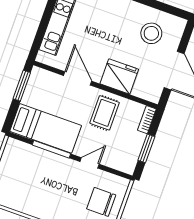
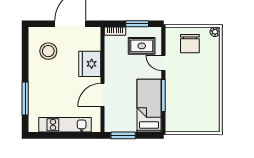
rug: (105, 113) -> (142, 46), moved

